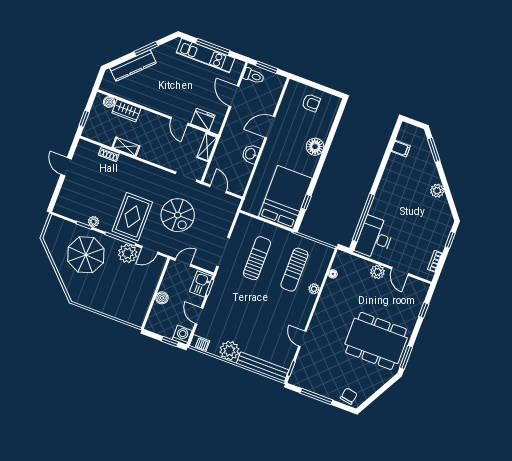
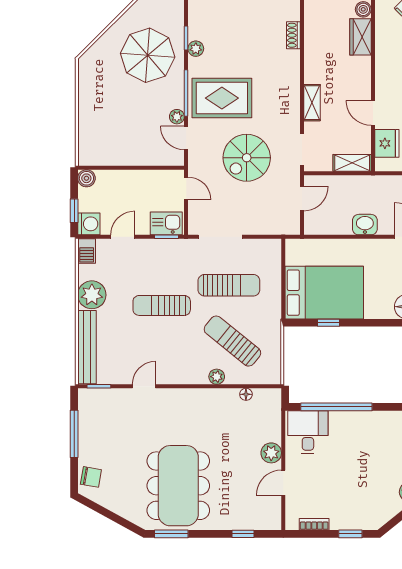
door: (179, 121) -> (373, 113), hinge flipped
shelving: (126, 147) -> (312, 103), moved
desk: (375, 238) -> (308, 432), width x0.73
plant: (128, 253) -> (177, 117), width x0.53, depth x0.53
sun lounger: (294, 270) -> (232, 341), turned 39
boiler: (162, 298) -> (86, 178), moved
sun lounger: (254, 307) -> (162, 305), added

